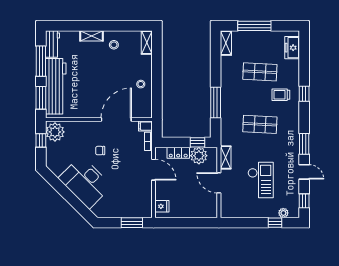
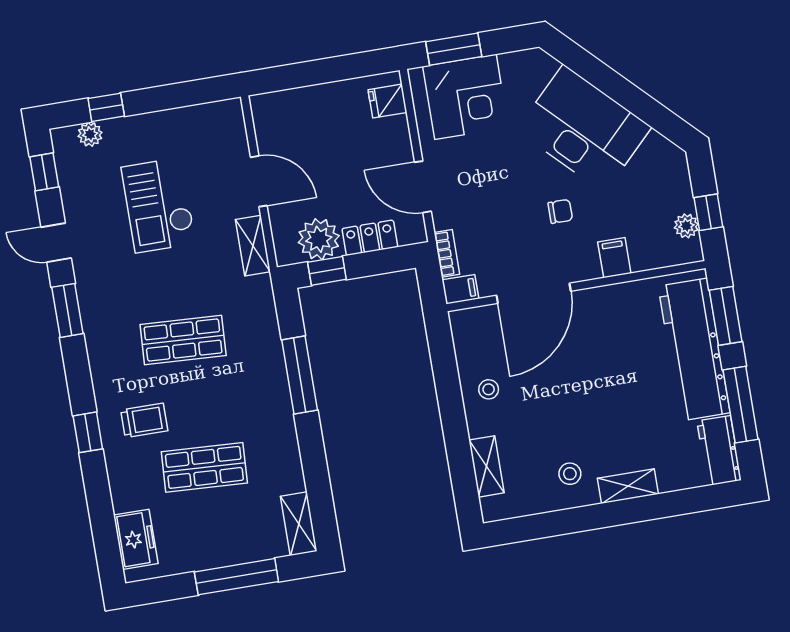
shelving: (147, 43) -> (487, 466), moved
filing cabinet: (82, 128) -> (614, 258), added
plant: (55, 132) -> (686, 226), width x0.53, depth x0.53
corner desk: (130, 203) -> (465, 97), added

